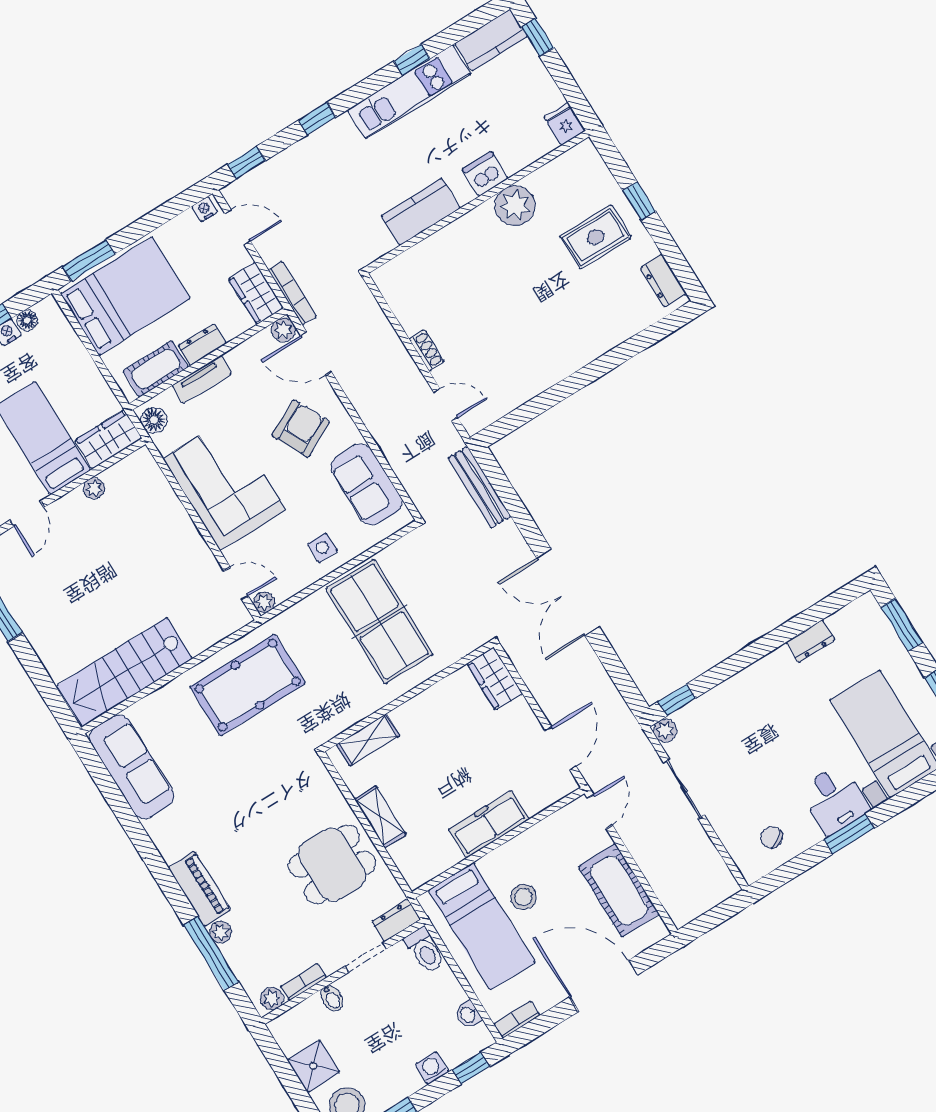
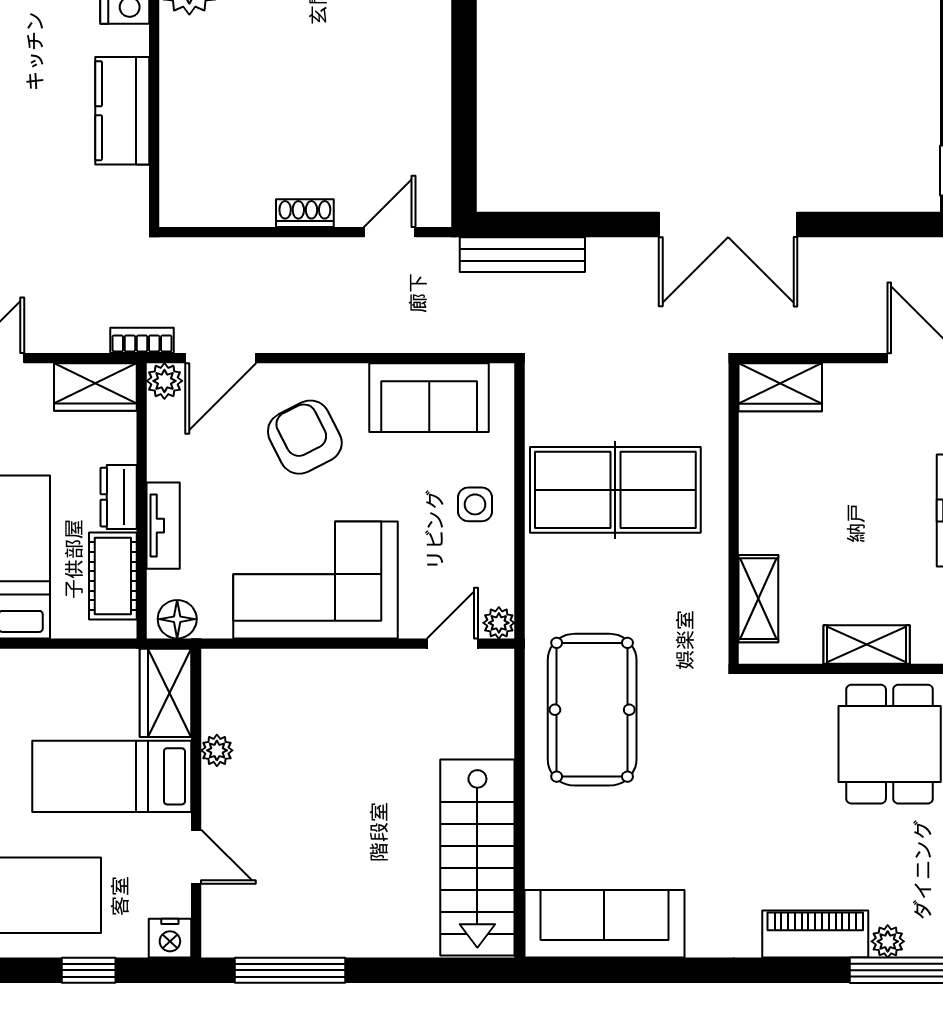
bookcase: (292, 293) -> (142, 340), width x0.64

